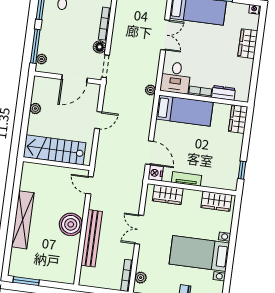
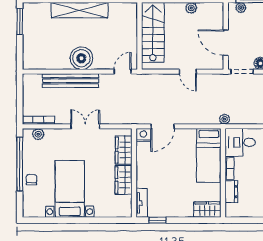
tv unit: (187, 179) -> (142, 203), moved
wardrobe: (216, 201) -> (124, 180), moved

